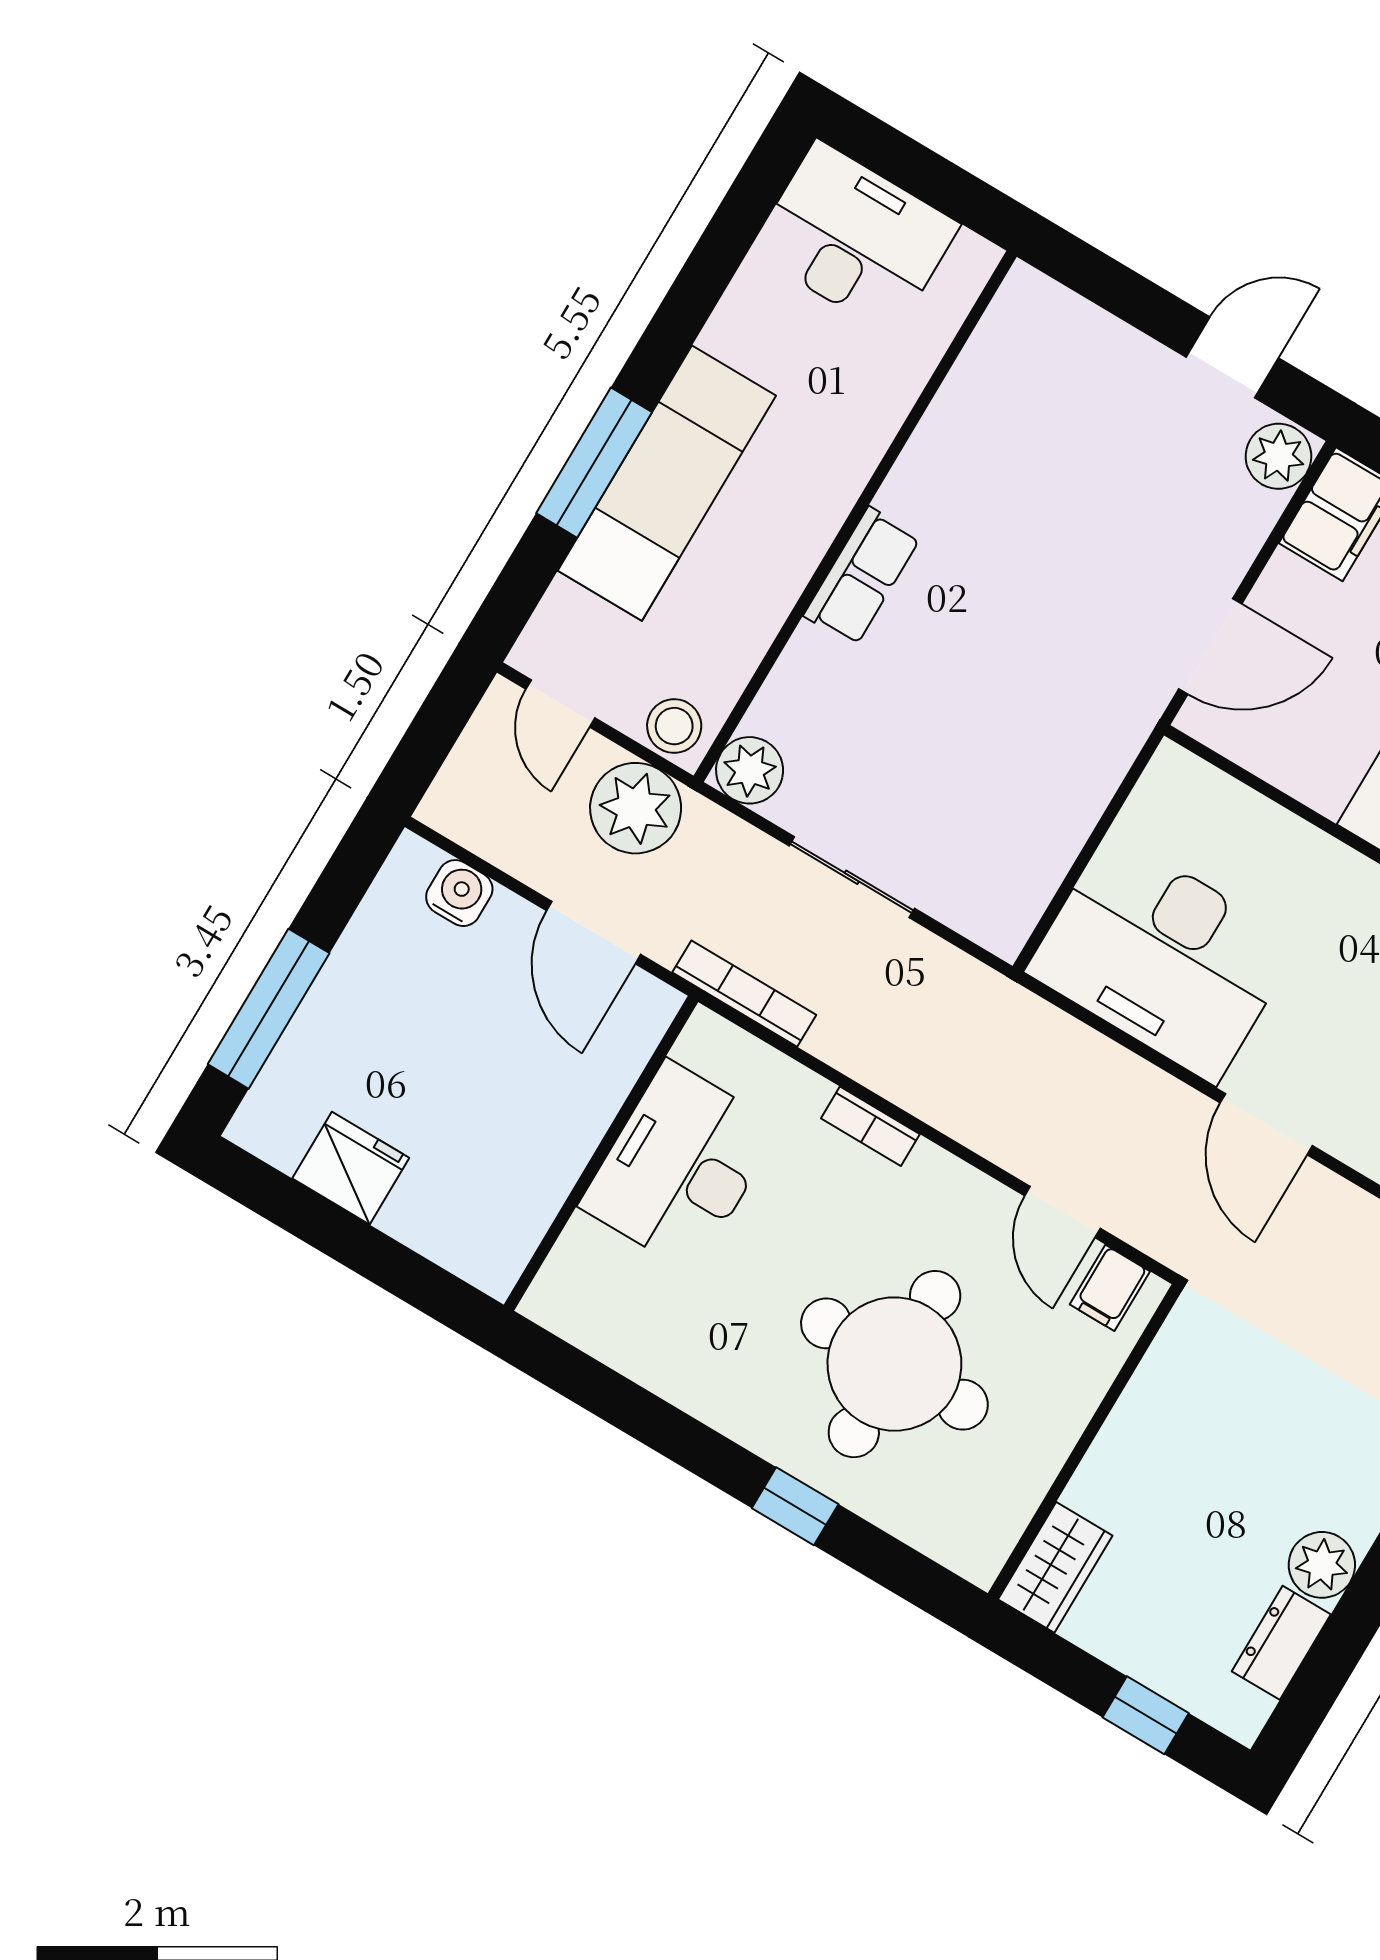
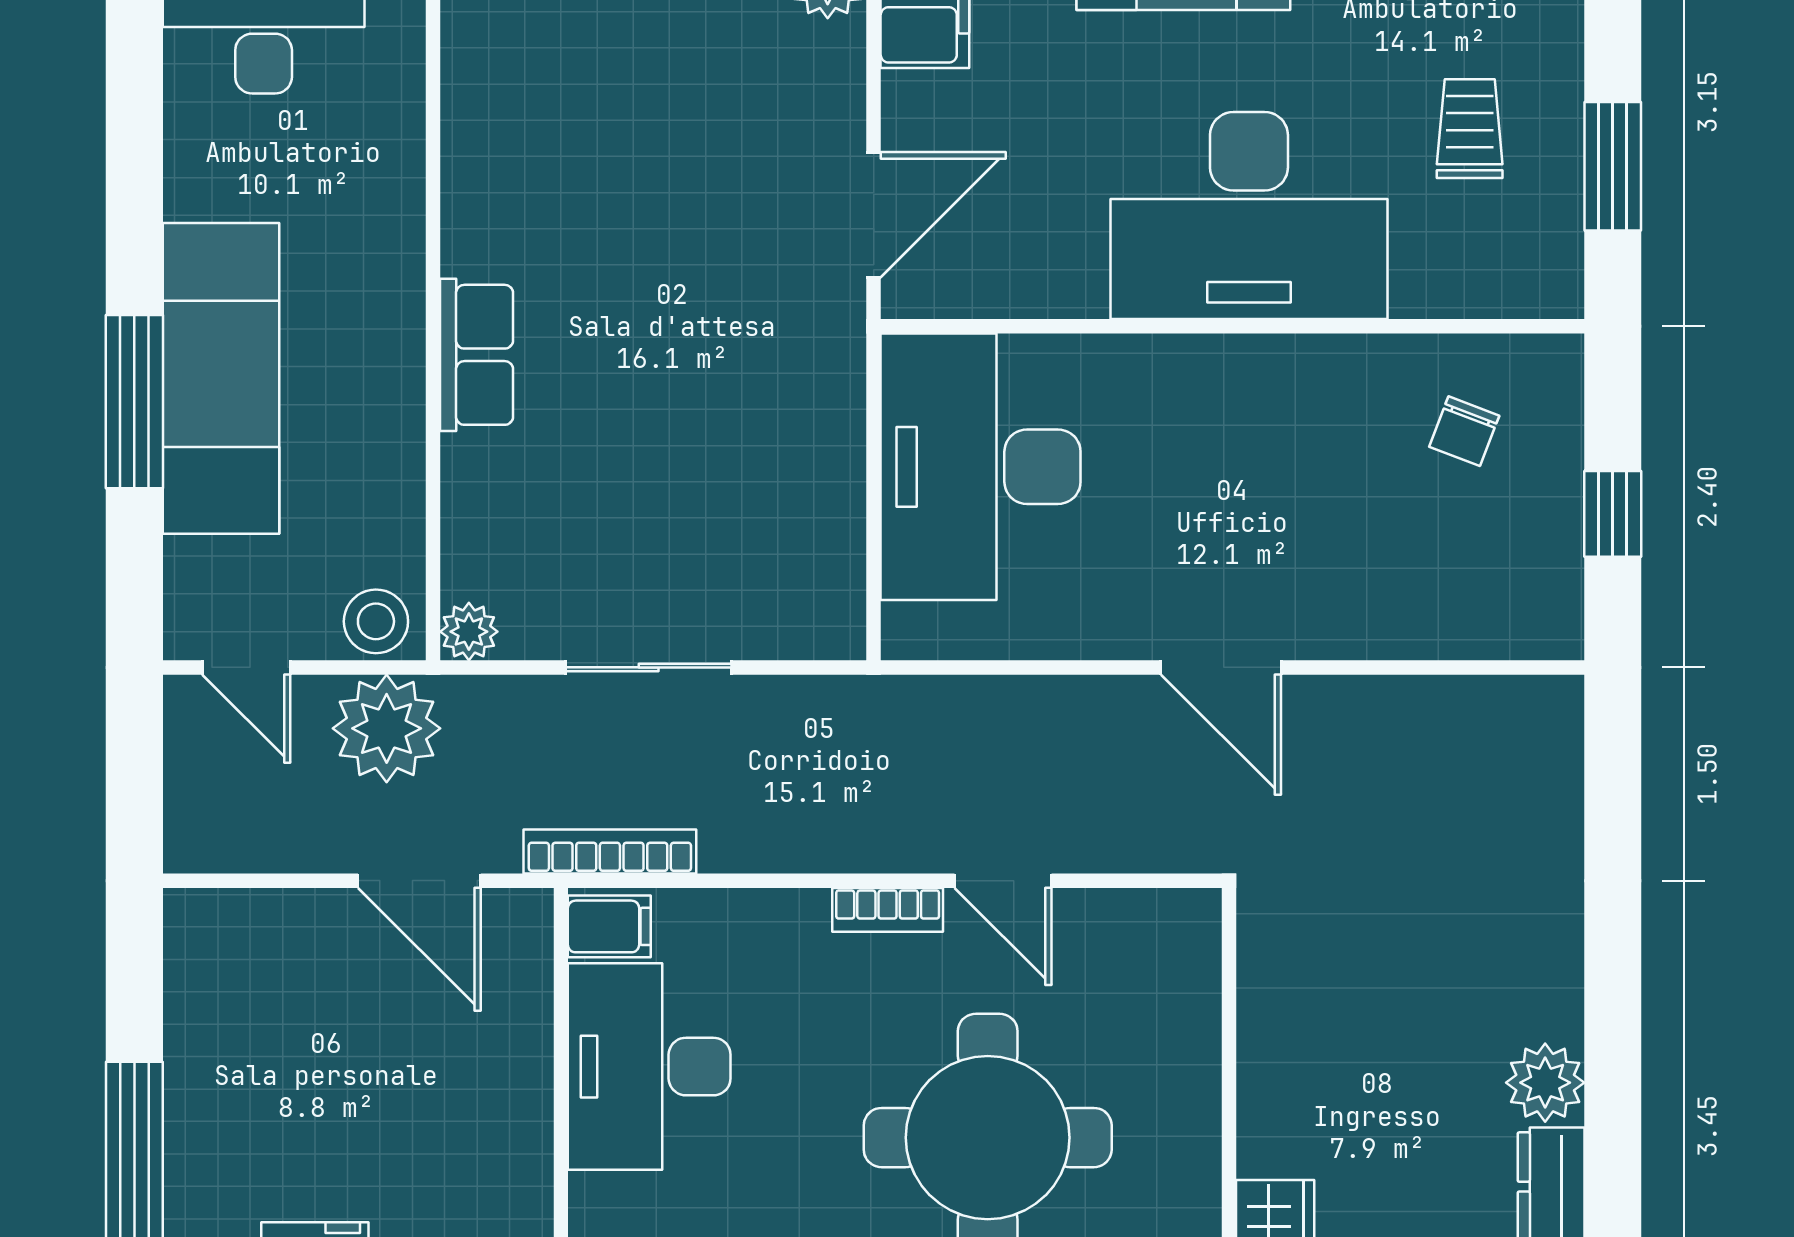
plant: (750, 770) -> (469, 632), width x0.73, depth x0.73
water cooler: (459, 893) -> (258, 922), removed
desk: (1163, 957) -> (981, 467), moved, turned 90
bookcase: (870, 1126) -> (888, 910), moved
door: (1063, 1212) -> (1003, 881), moved
filing cabinet: (1110, 1288) -> (609, 926), moved, turned -90

